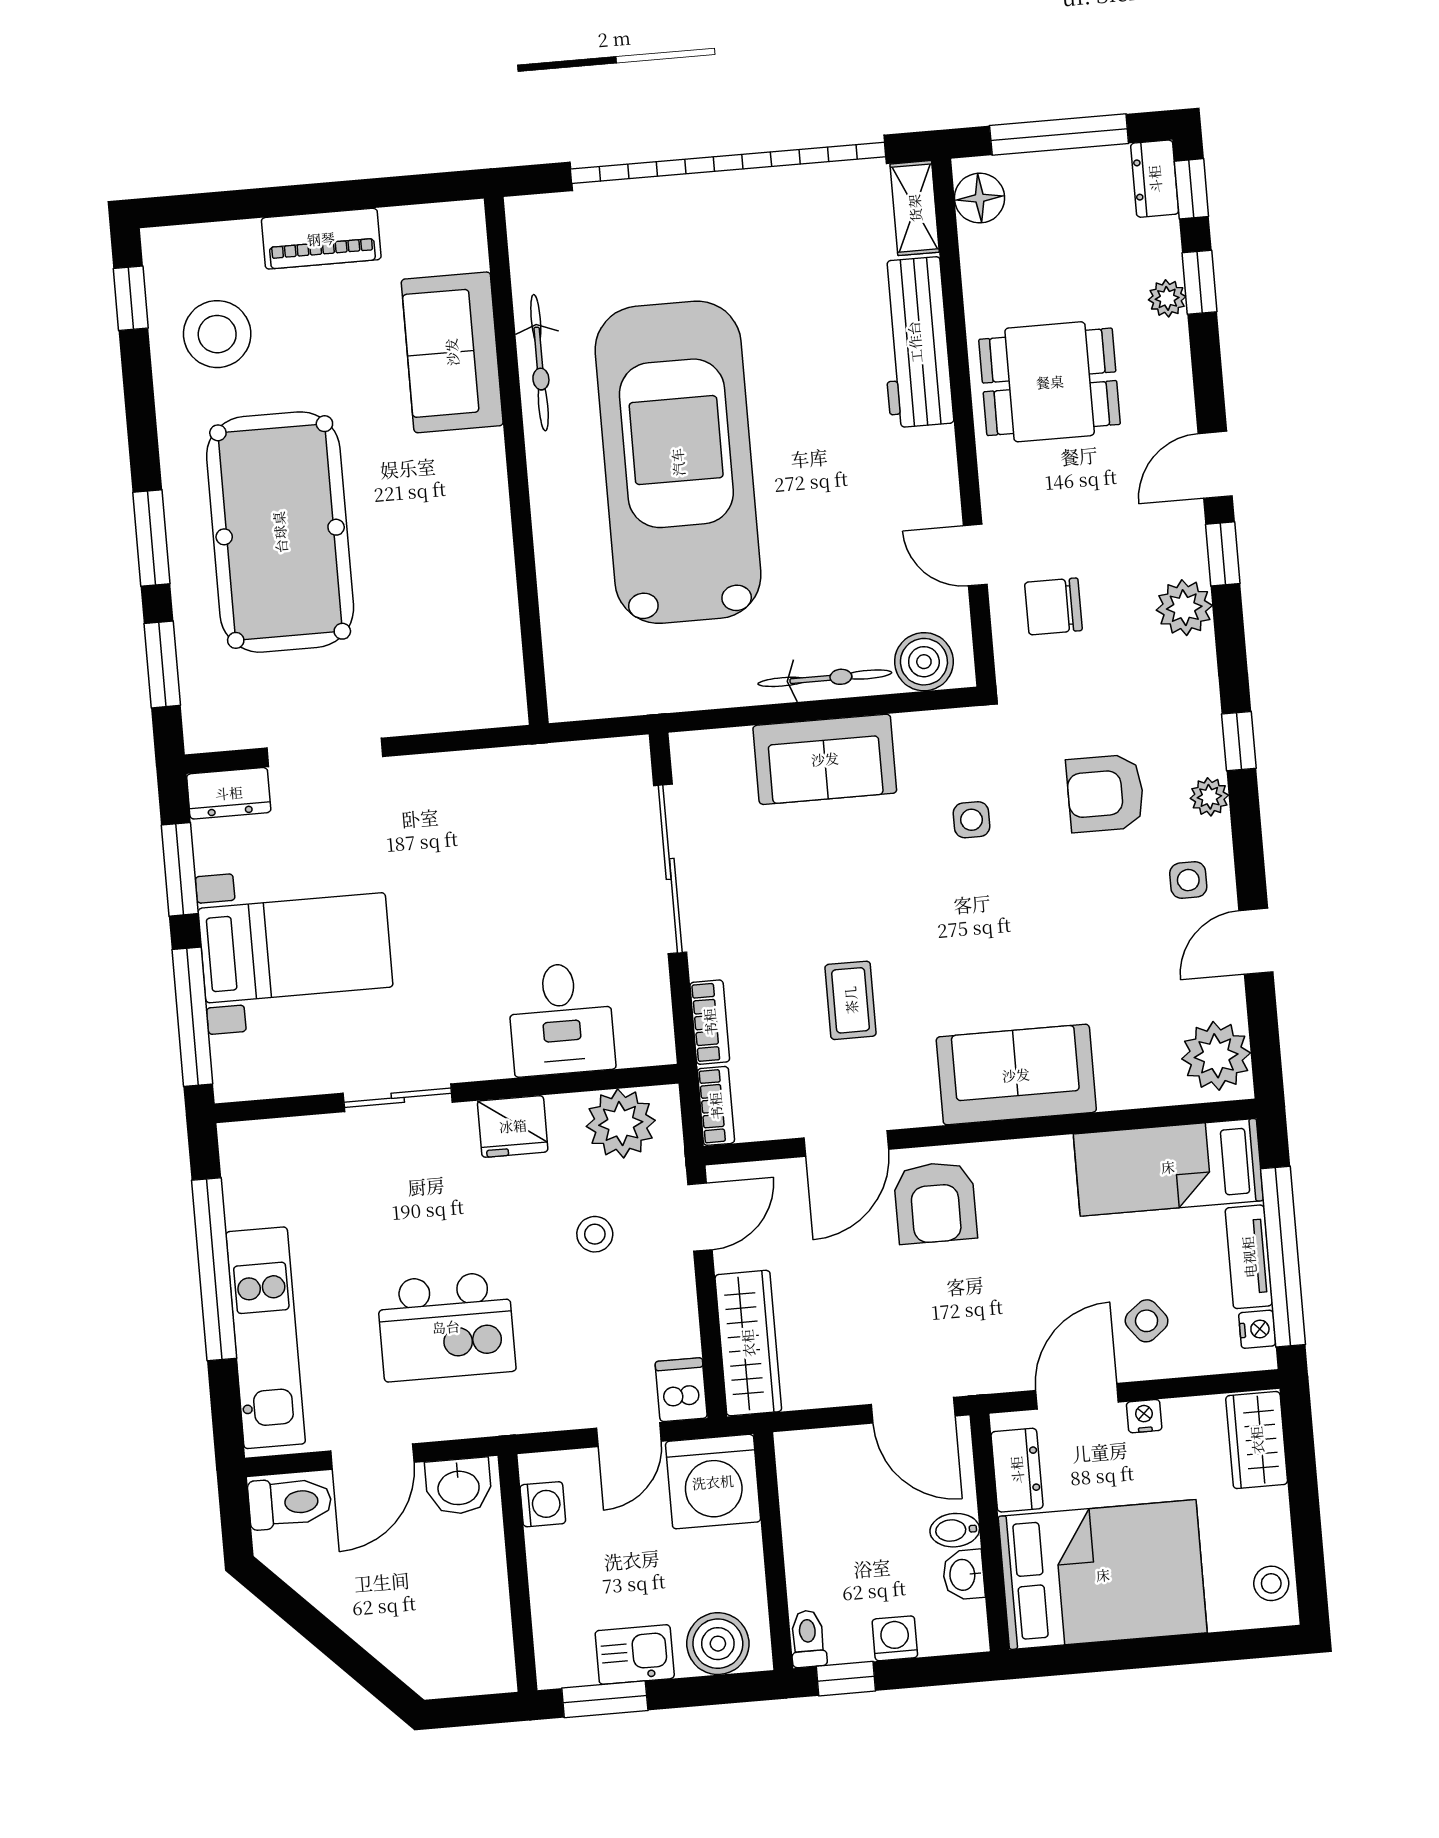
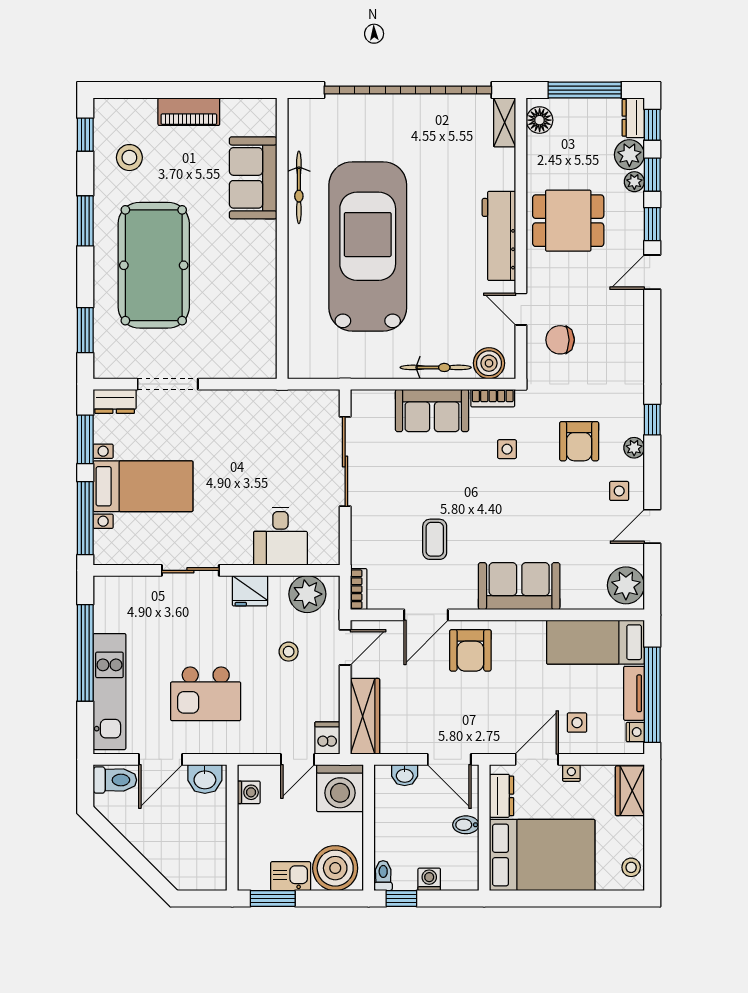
stool: (217, 334) -> (129, 158), width x0.73, depth x0.73
workbench: (915, 342) -> (499, 236), moved
window: (151, 538) -> (85, 221), moved
window: (1223, 554) -> (652, 224), moved
plant: (1184, 608) -> (629, 155), moved
armchair: (1105, 793) -> (579, 441), turned -90
bookcase: (710, 1022) -> (493, 398), moved, turned 90
side table: (1147, 1321) -> (577, 723), turned 38
washbasin: (964, 1575) -> (405, 775), moved, turned -90
boiler: (718, 1644) -> (335, 868), width x1.37, depth x1.37

